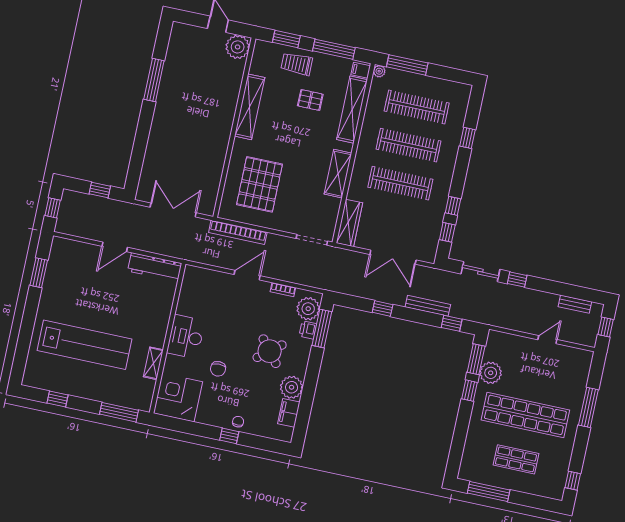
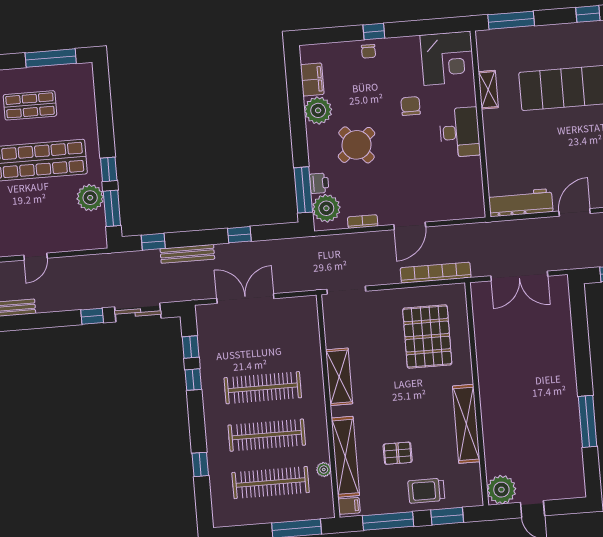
trolley: (297, 64) -> (426, 491), turned 180
plant: (379, 71) -> (324, 470), moved
wardrobe: (349, 223) -> (308, 323), removed

